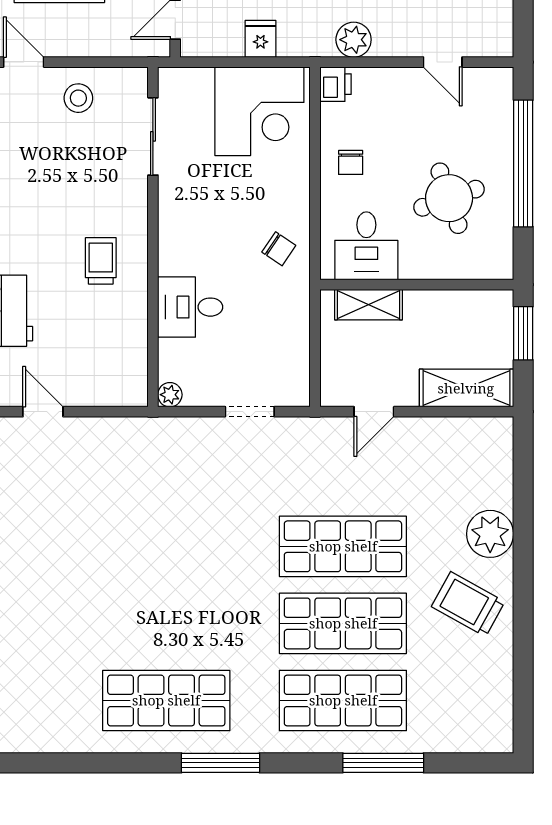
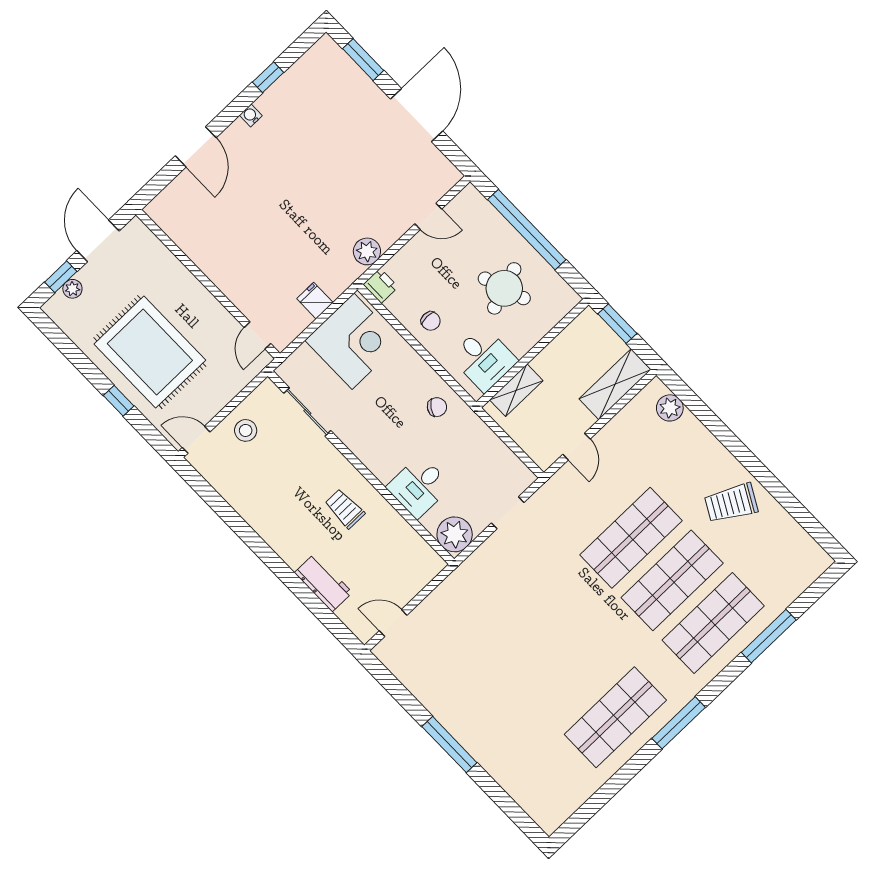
plant: (170, 395) -> (455, 534), width x1.88, depth x1.88
plant: (490, 534) -> (670, 408), moved, width x0.73, depth x0.73

